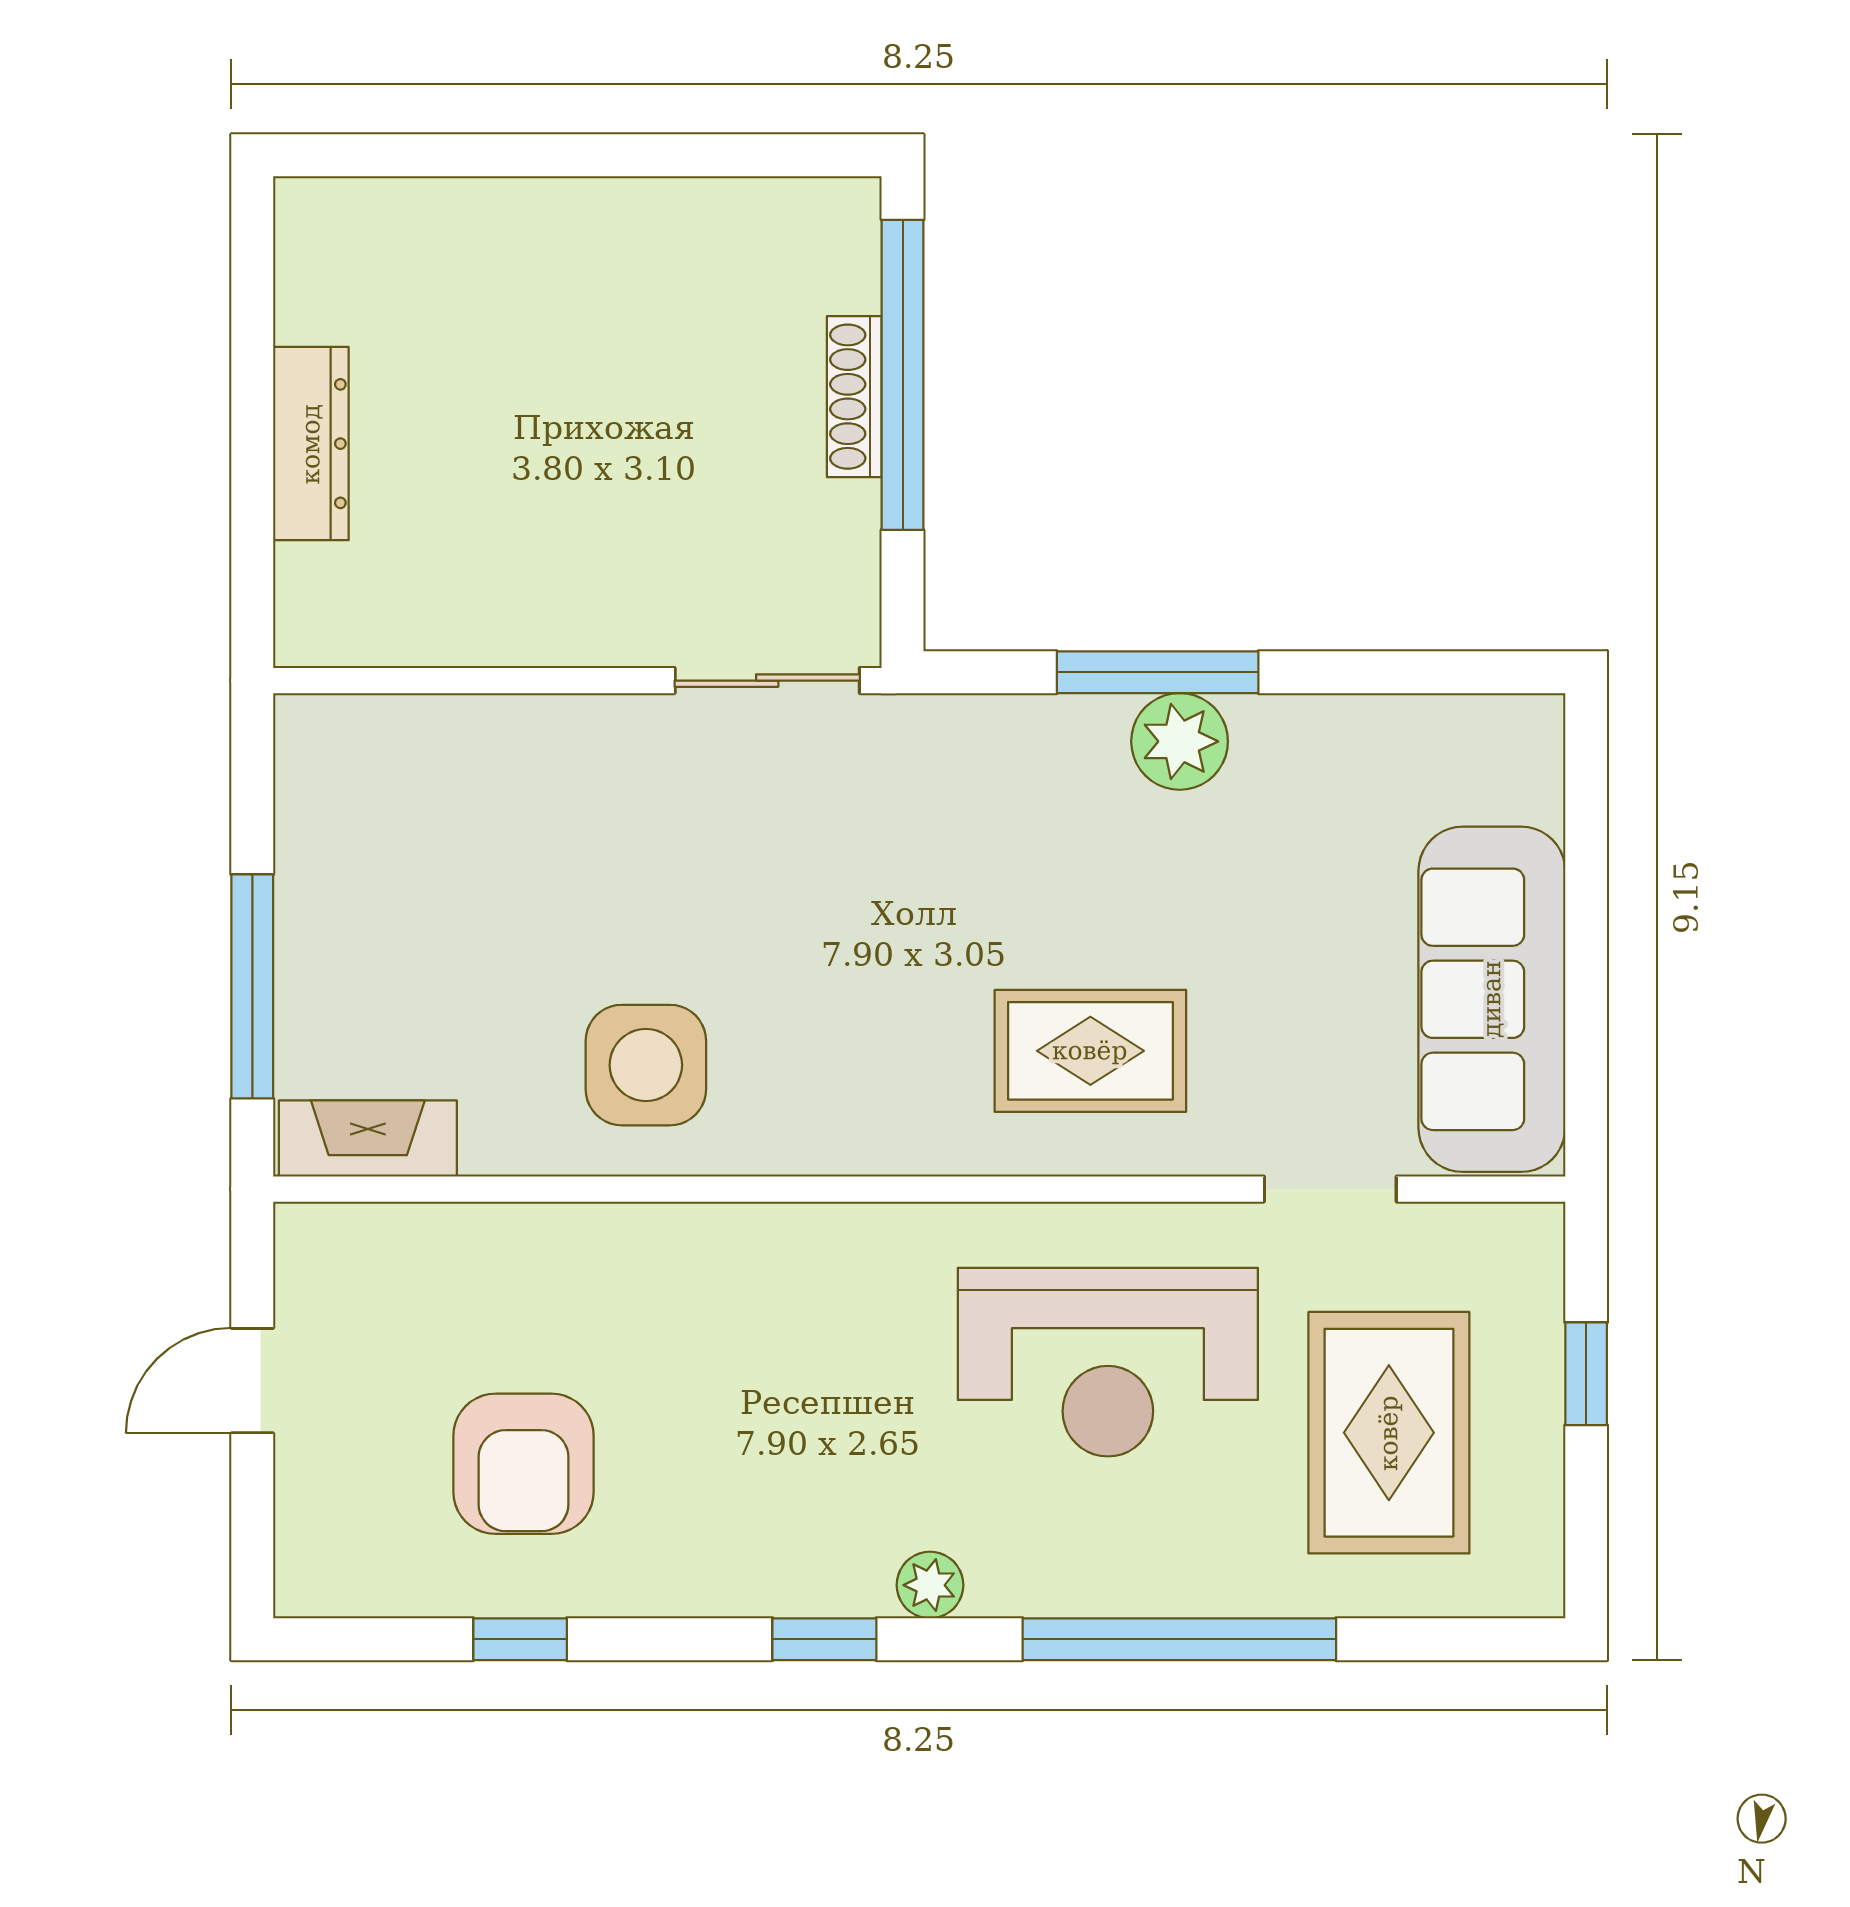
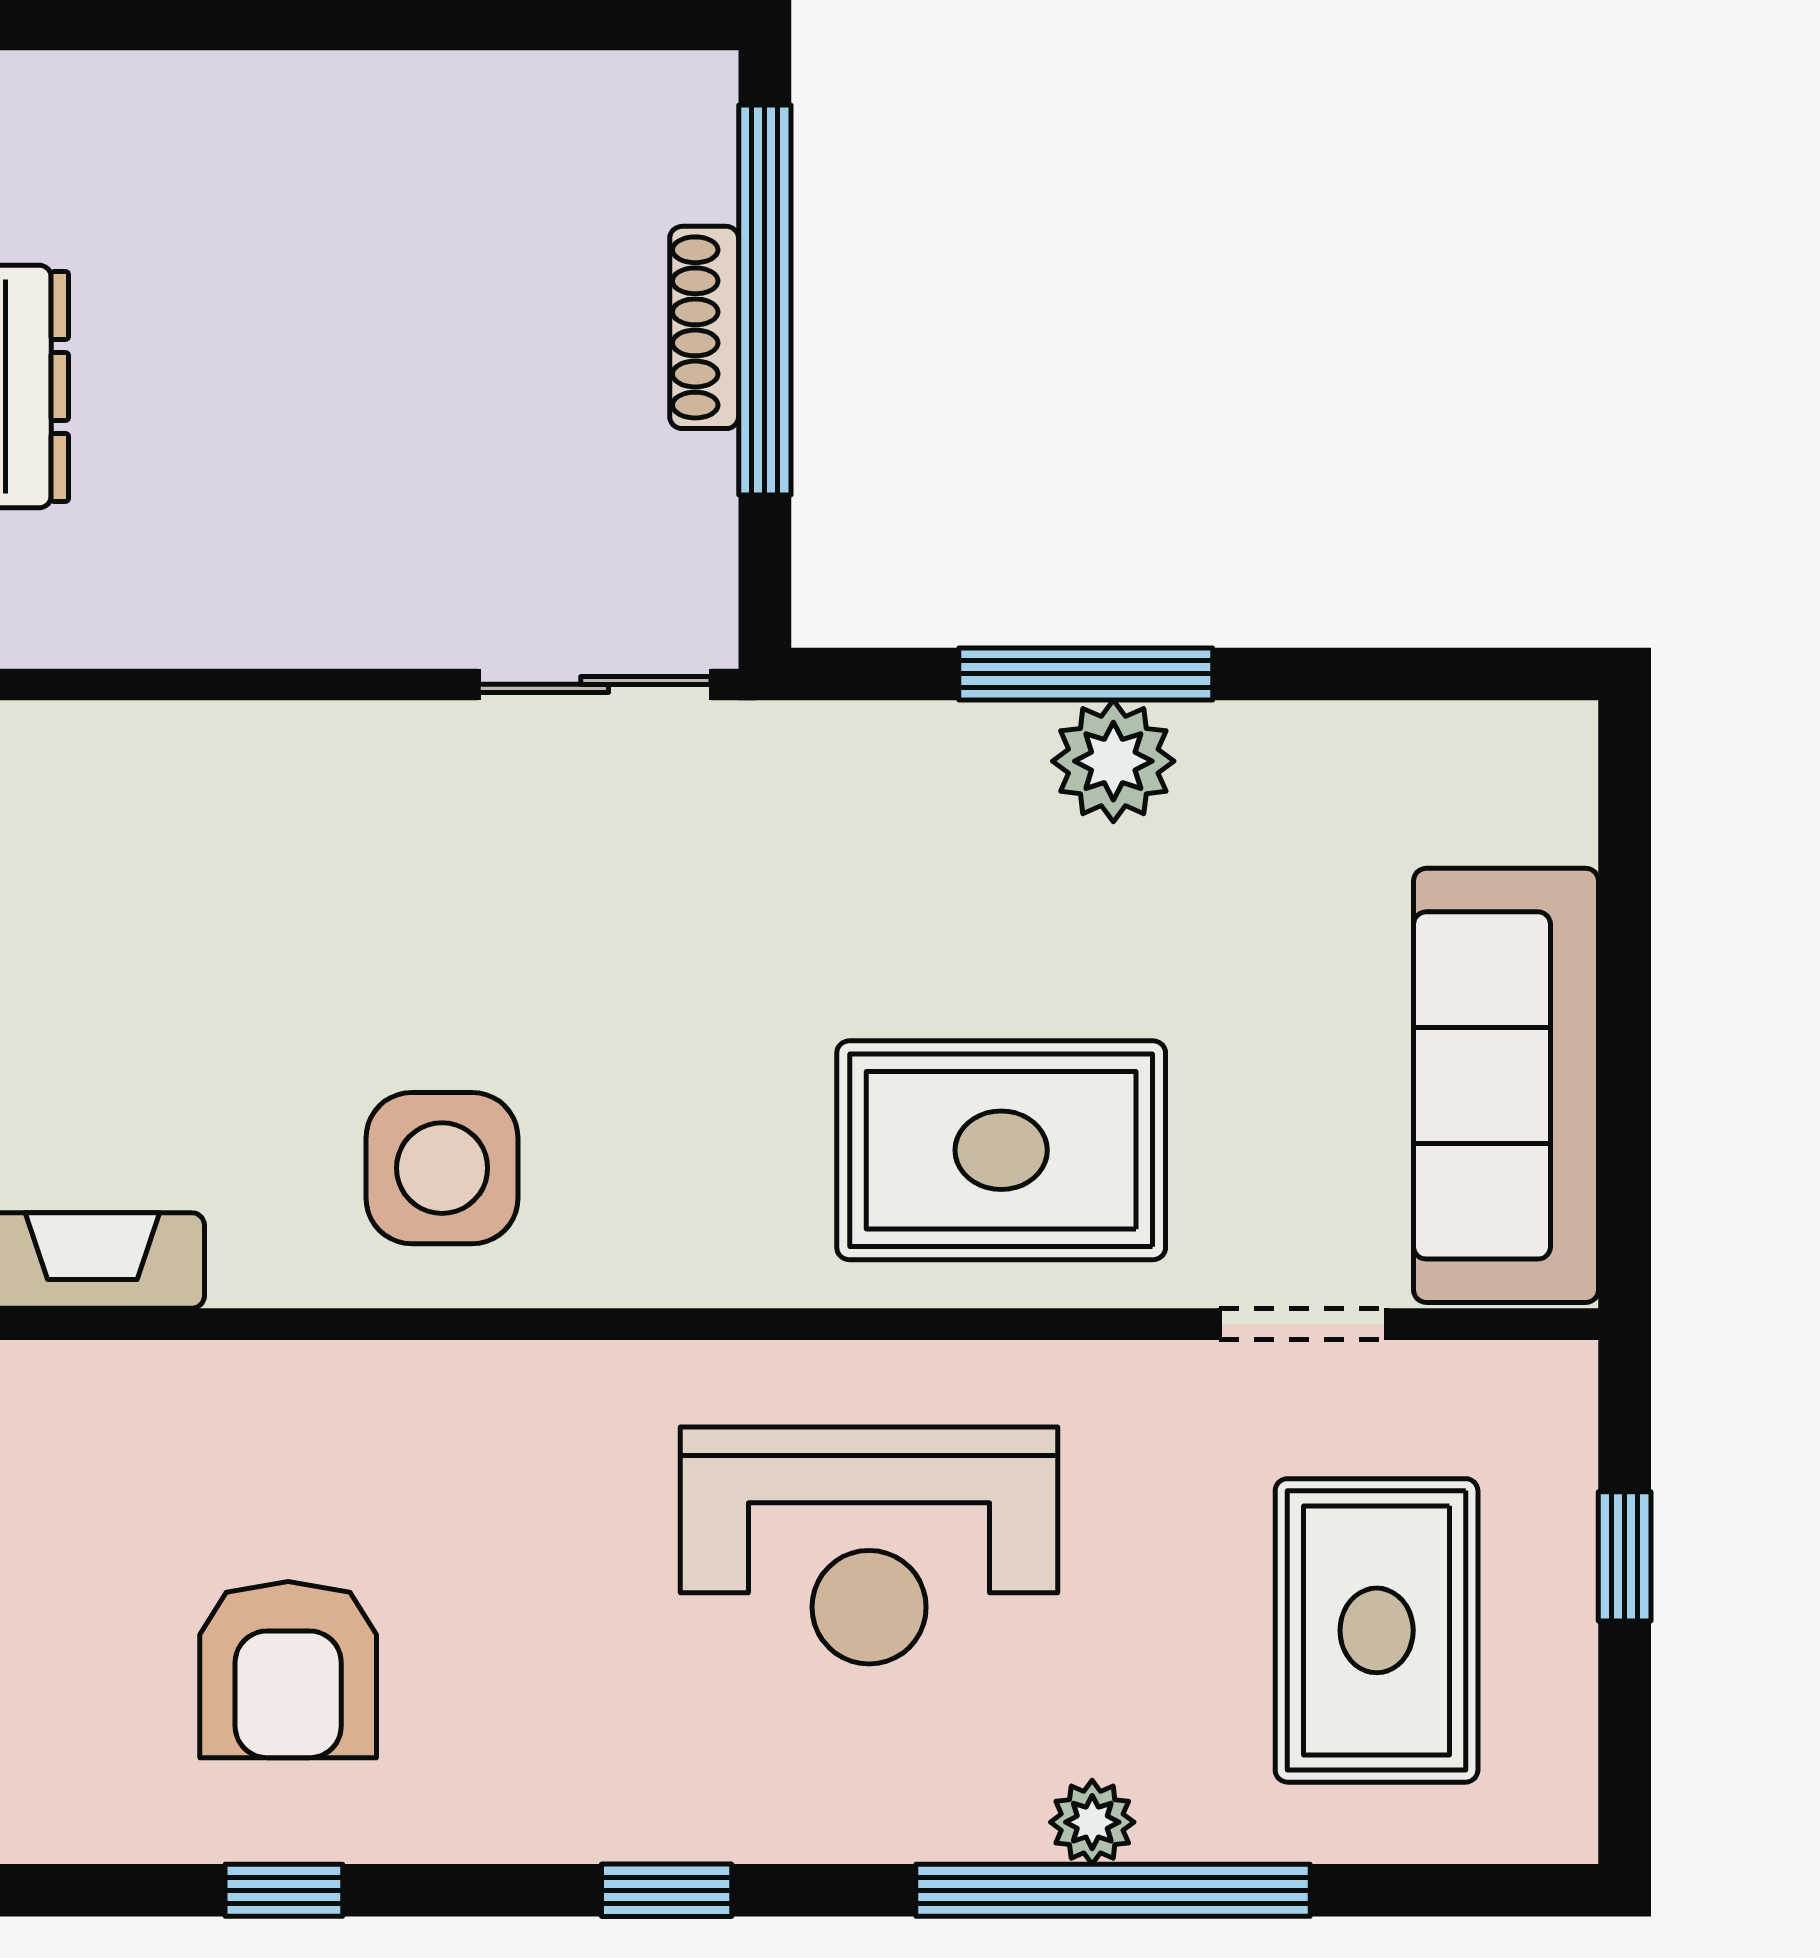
rug: (1090, 1051) -> (1001, 1150), width x1.36, depth x1.43
reception desk: (1108, 1362) -> (869, 1546), moved
plant: (930, 1585) -> (1092, 1822), moved

